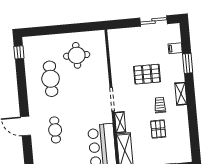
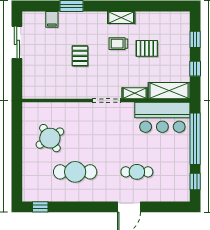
round table: (77, 55) -> (50, 138), turned -33
pallet: (147, 74) -> (80, 56), width x0.67, depth x0.71
shelving: (181, 94) -> (121, 17), moved

